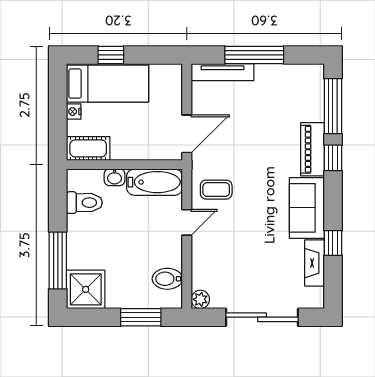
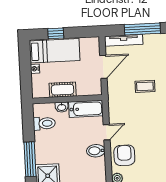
door: (187, 134) -> (103, 67), moved
cot: (88, 148) -> (63, 90), moved
coffee table: (216, 190) -> (145, 86), moved
armchair: (214, 262) -> (124, 155), added
bidet: (167, 279) -> (96, 151), moved

